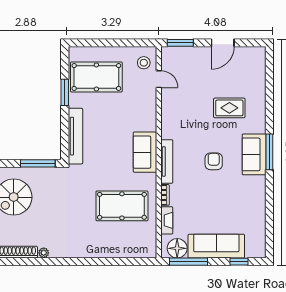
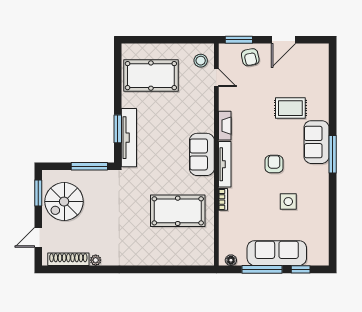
armchair: (191, 60) -> (250, 57), added
window: (65, 92) -> (118, 129), moved
sofa: (254, 154) -> (316, 142), moved
side table: (227, 197) -> (288, 202), added
fireplace: (167, 220) -> (225, 126), moved
floor lamp: (177, 248) -> (231, 260), width x0.53, depth x0.53
window: (188, 262) -> (262, 269), moved

